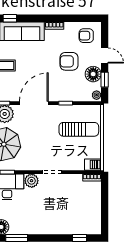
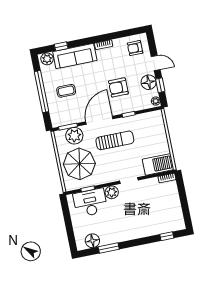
armchair: (69, 61) -> (118, 87), moved
sun lounger: (79, 129) -> (115, 140), moved
barbecue: (93, 165) -> (158, 164), width x1.88, depth x1.53

